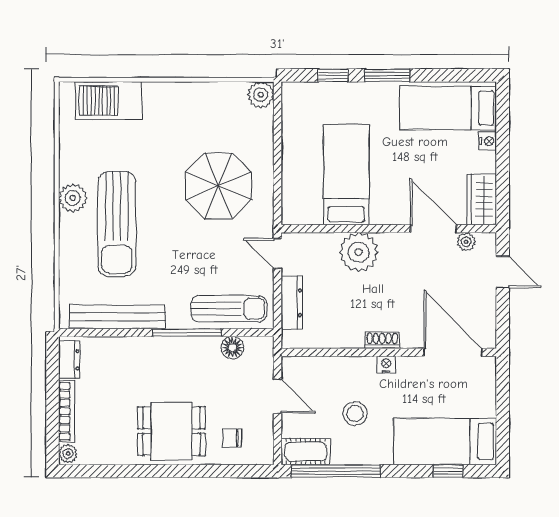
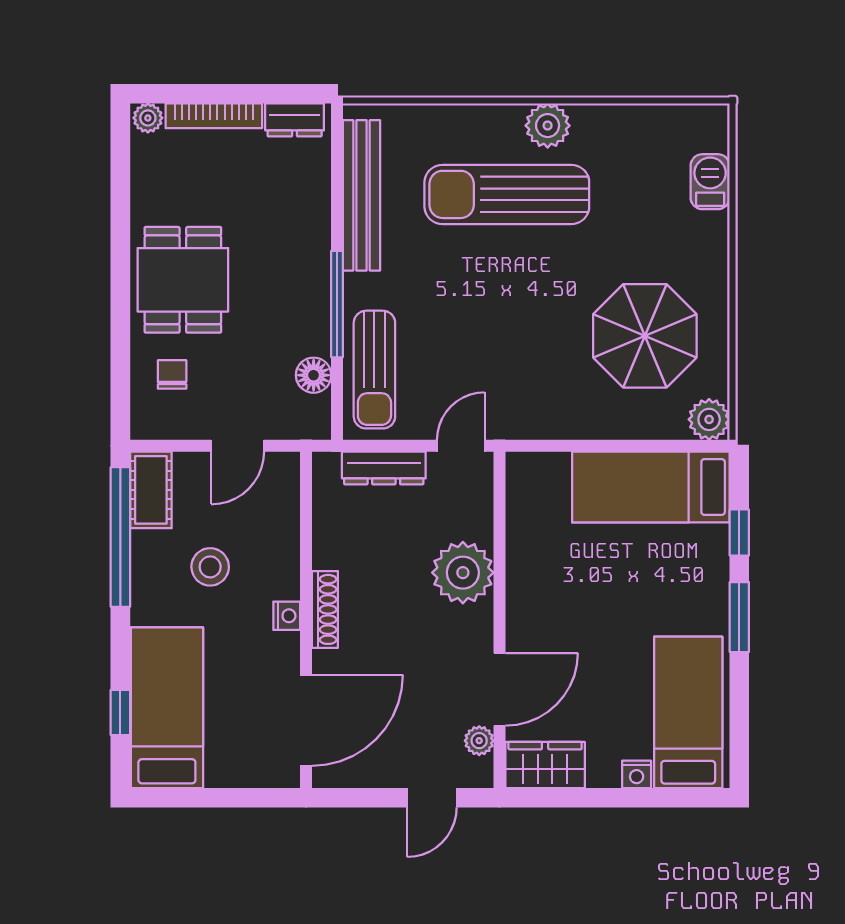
barbecue: (109, 101) -> (710, 182), width x0.53, depth x0.65
bed: (346, 175) -> (651, 487), moved, turned 180
parasol: (219, 186) -> (645, 336), moved
shoe rack: (382, 340) -> (325, 609), width x1.43

